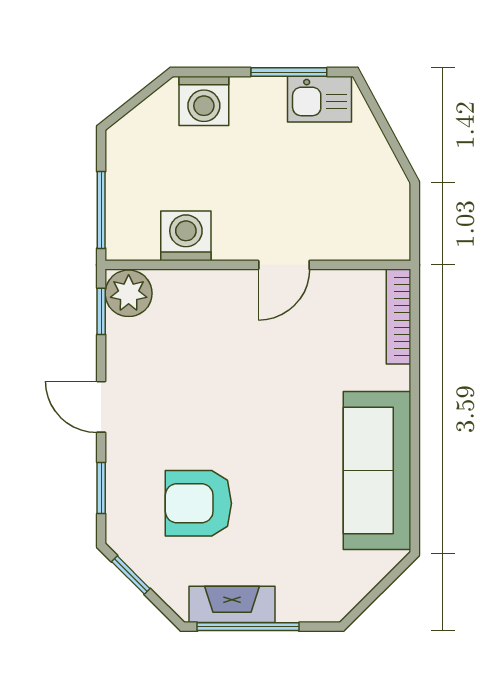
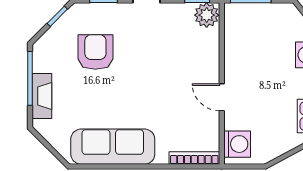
washing machine: (186, 236) -> (237, 144), moved
fireplace: (232, 604) -> (42, 96), moved

